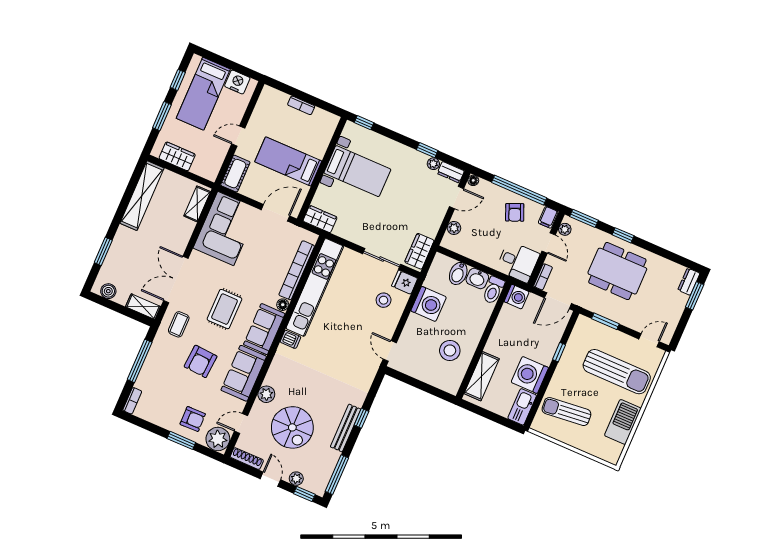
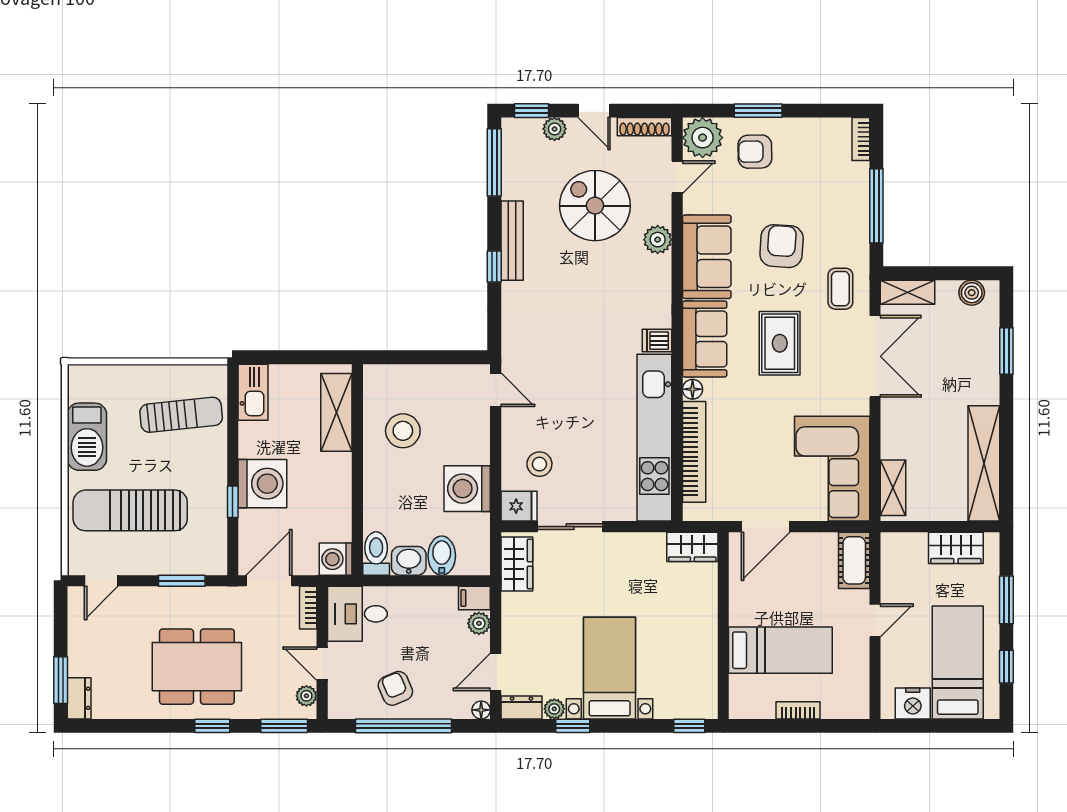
bed: (288, 161) -> (780, 650), moved
bed with nightstands: (357, 171) -> (610, 668), moved, turned 90
filing cabinet: (548, 217) -> (474, 598), moved, turned -90
washing machine: (530, 375) -> (262, 484), moved

